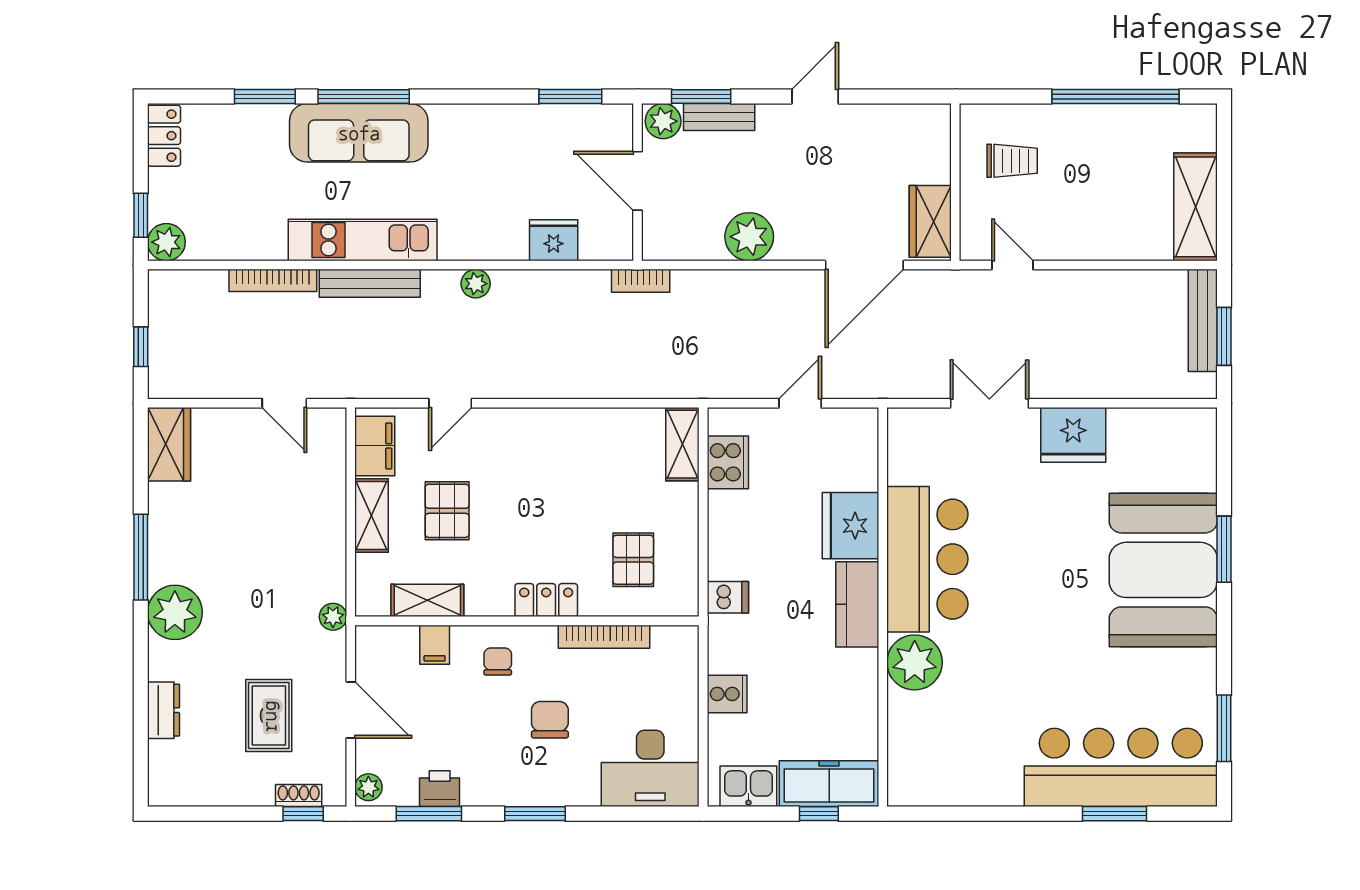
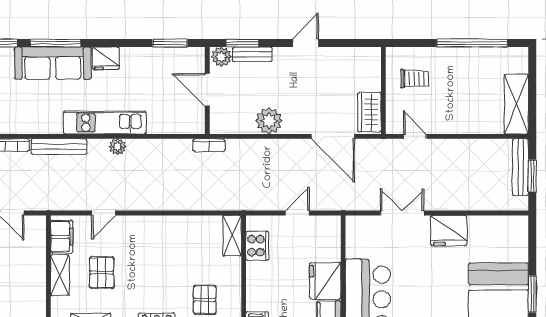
kitchen unit: (363, 240) -> (105, 123), moved
fridge: (554, 240) -> (106, 58), moved, turned 180
door: (864, 265) -> (333, 136), hinge flipped

